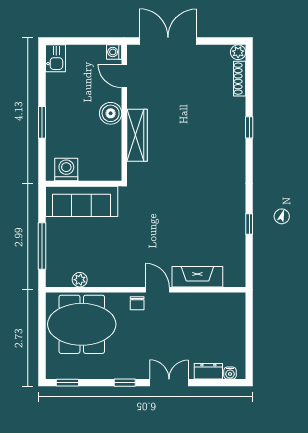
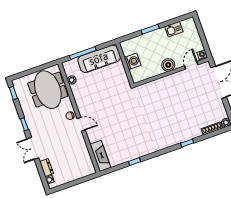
kitchen sink: (55, 58) -> (174, 29), moved
wardrobe: (137, 135) -> (161, 84), removed
washing machine: (66, 169) -> (133, 61), moved
sofa: (82, 201) -> (99, 59), moved, turned -90
fireplace: (197, 277) -> (100, 156), moved
door: (157, 290) -> (81, 124), hinge flipped
double door: (169, 383) -> (33, 148), swing flipped

